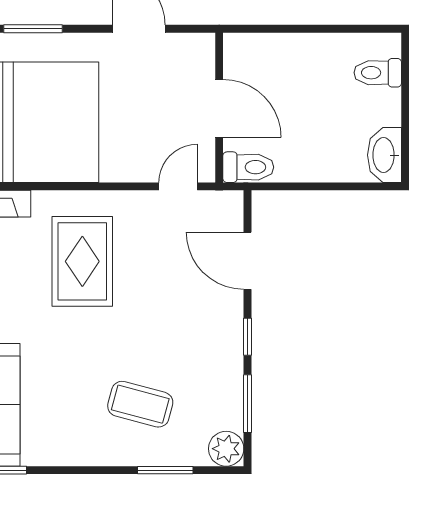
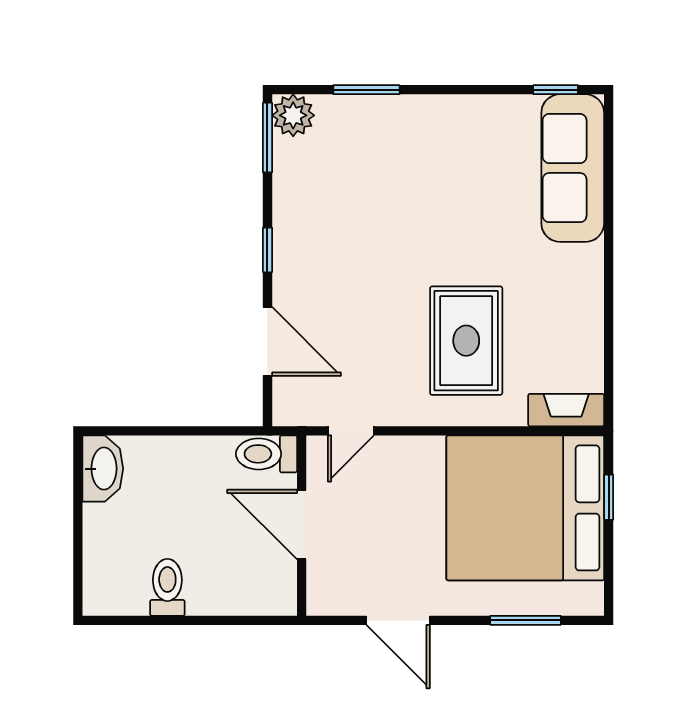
toilet: (378, 73) -> (167, 587), moved, turned -90
coffee table: (140, 404) -> (396, 169), removed
window: (248, 404) -> (267, 138), moved

